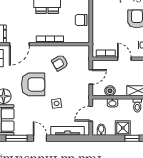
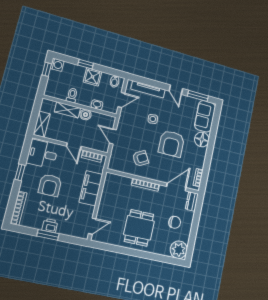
chair: (81, 20) -> (175, 222), moved
filing cabinet: (100, 24) -> (91, 188), added
door: (91, 77) -> (113, 136), hinge flipped
armchair: (33, 84) -> (171, 144), turned -90
boiler: (110, 91) -> (85, 115), moved

